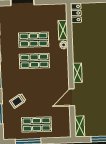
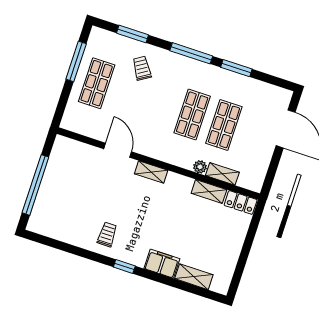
shelving: (80, 126) -> (209, 191), moved

